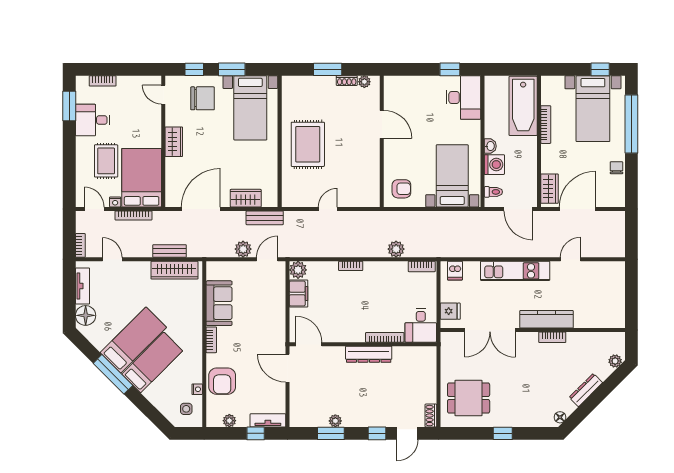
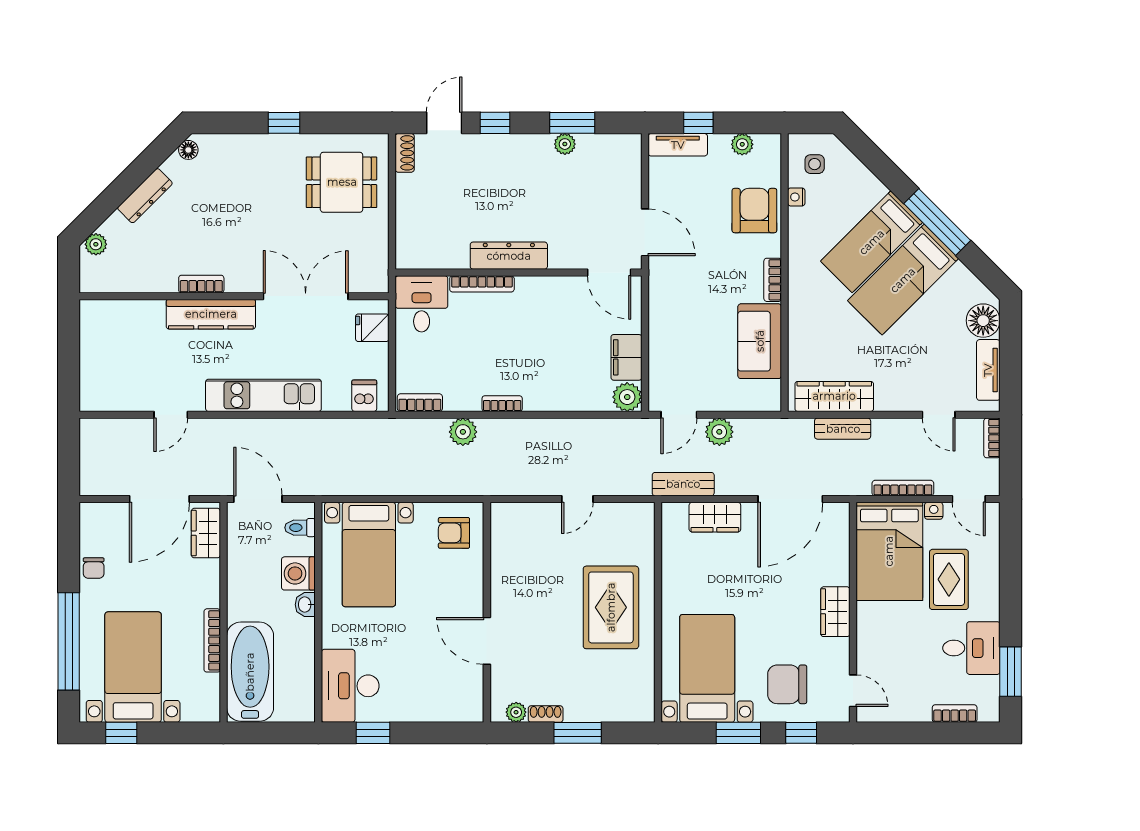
bookcase: (351, 266) -> (502, 404), moved

